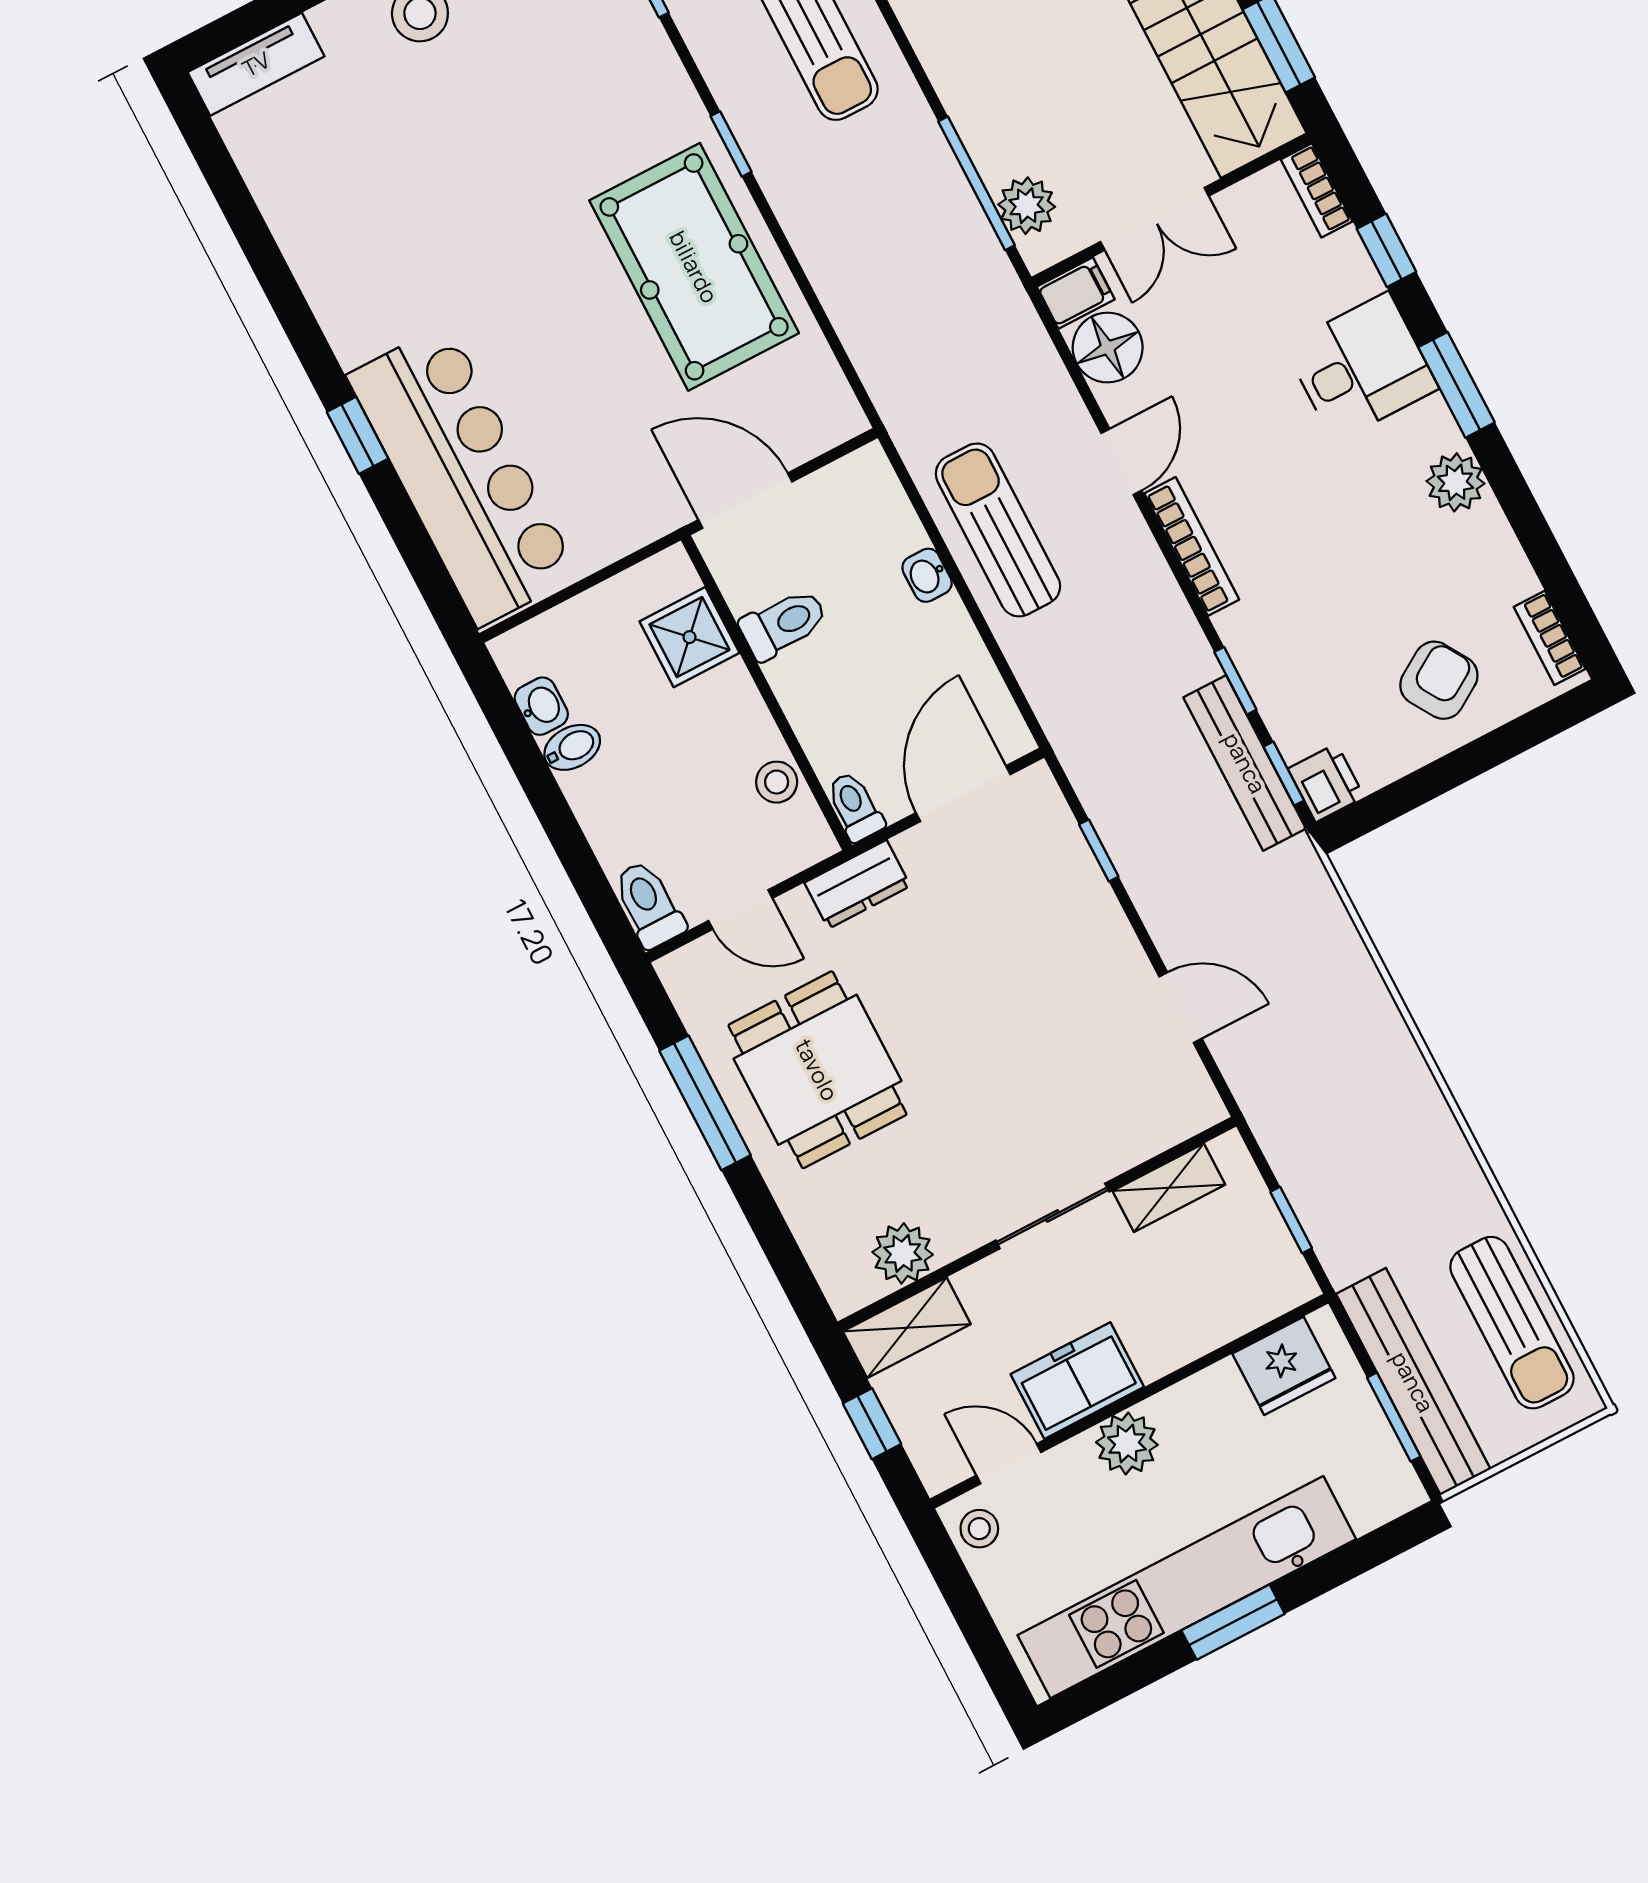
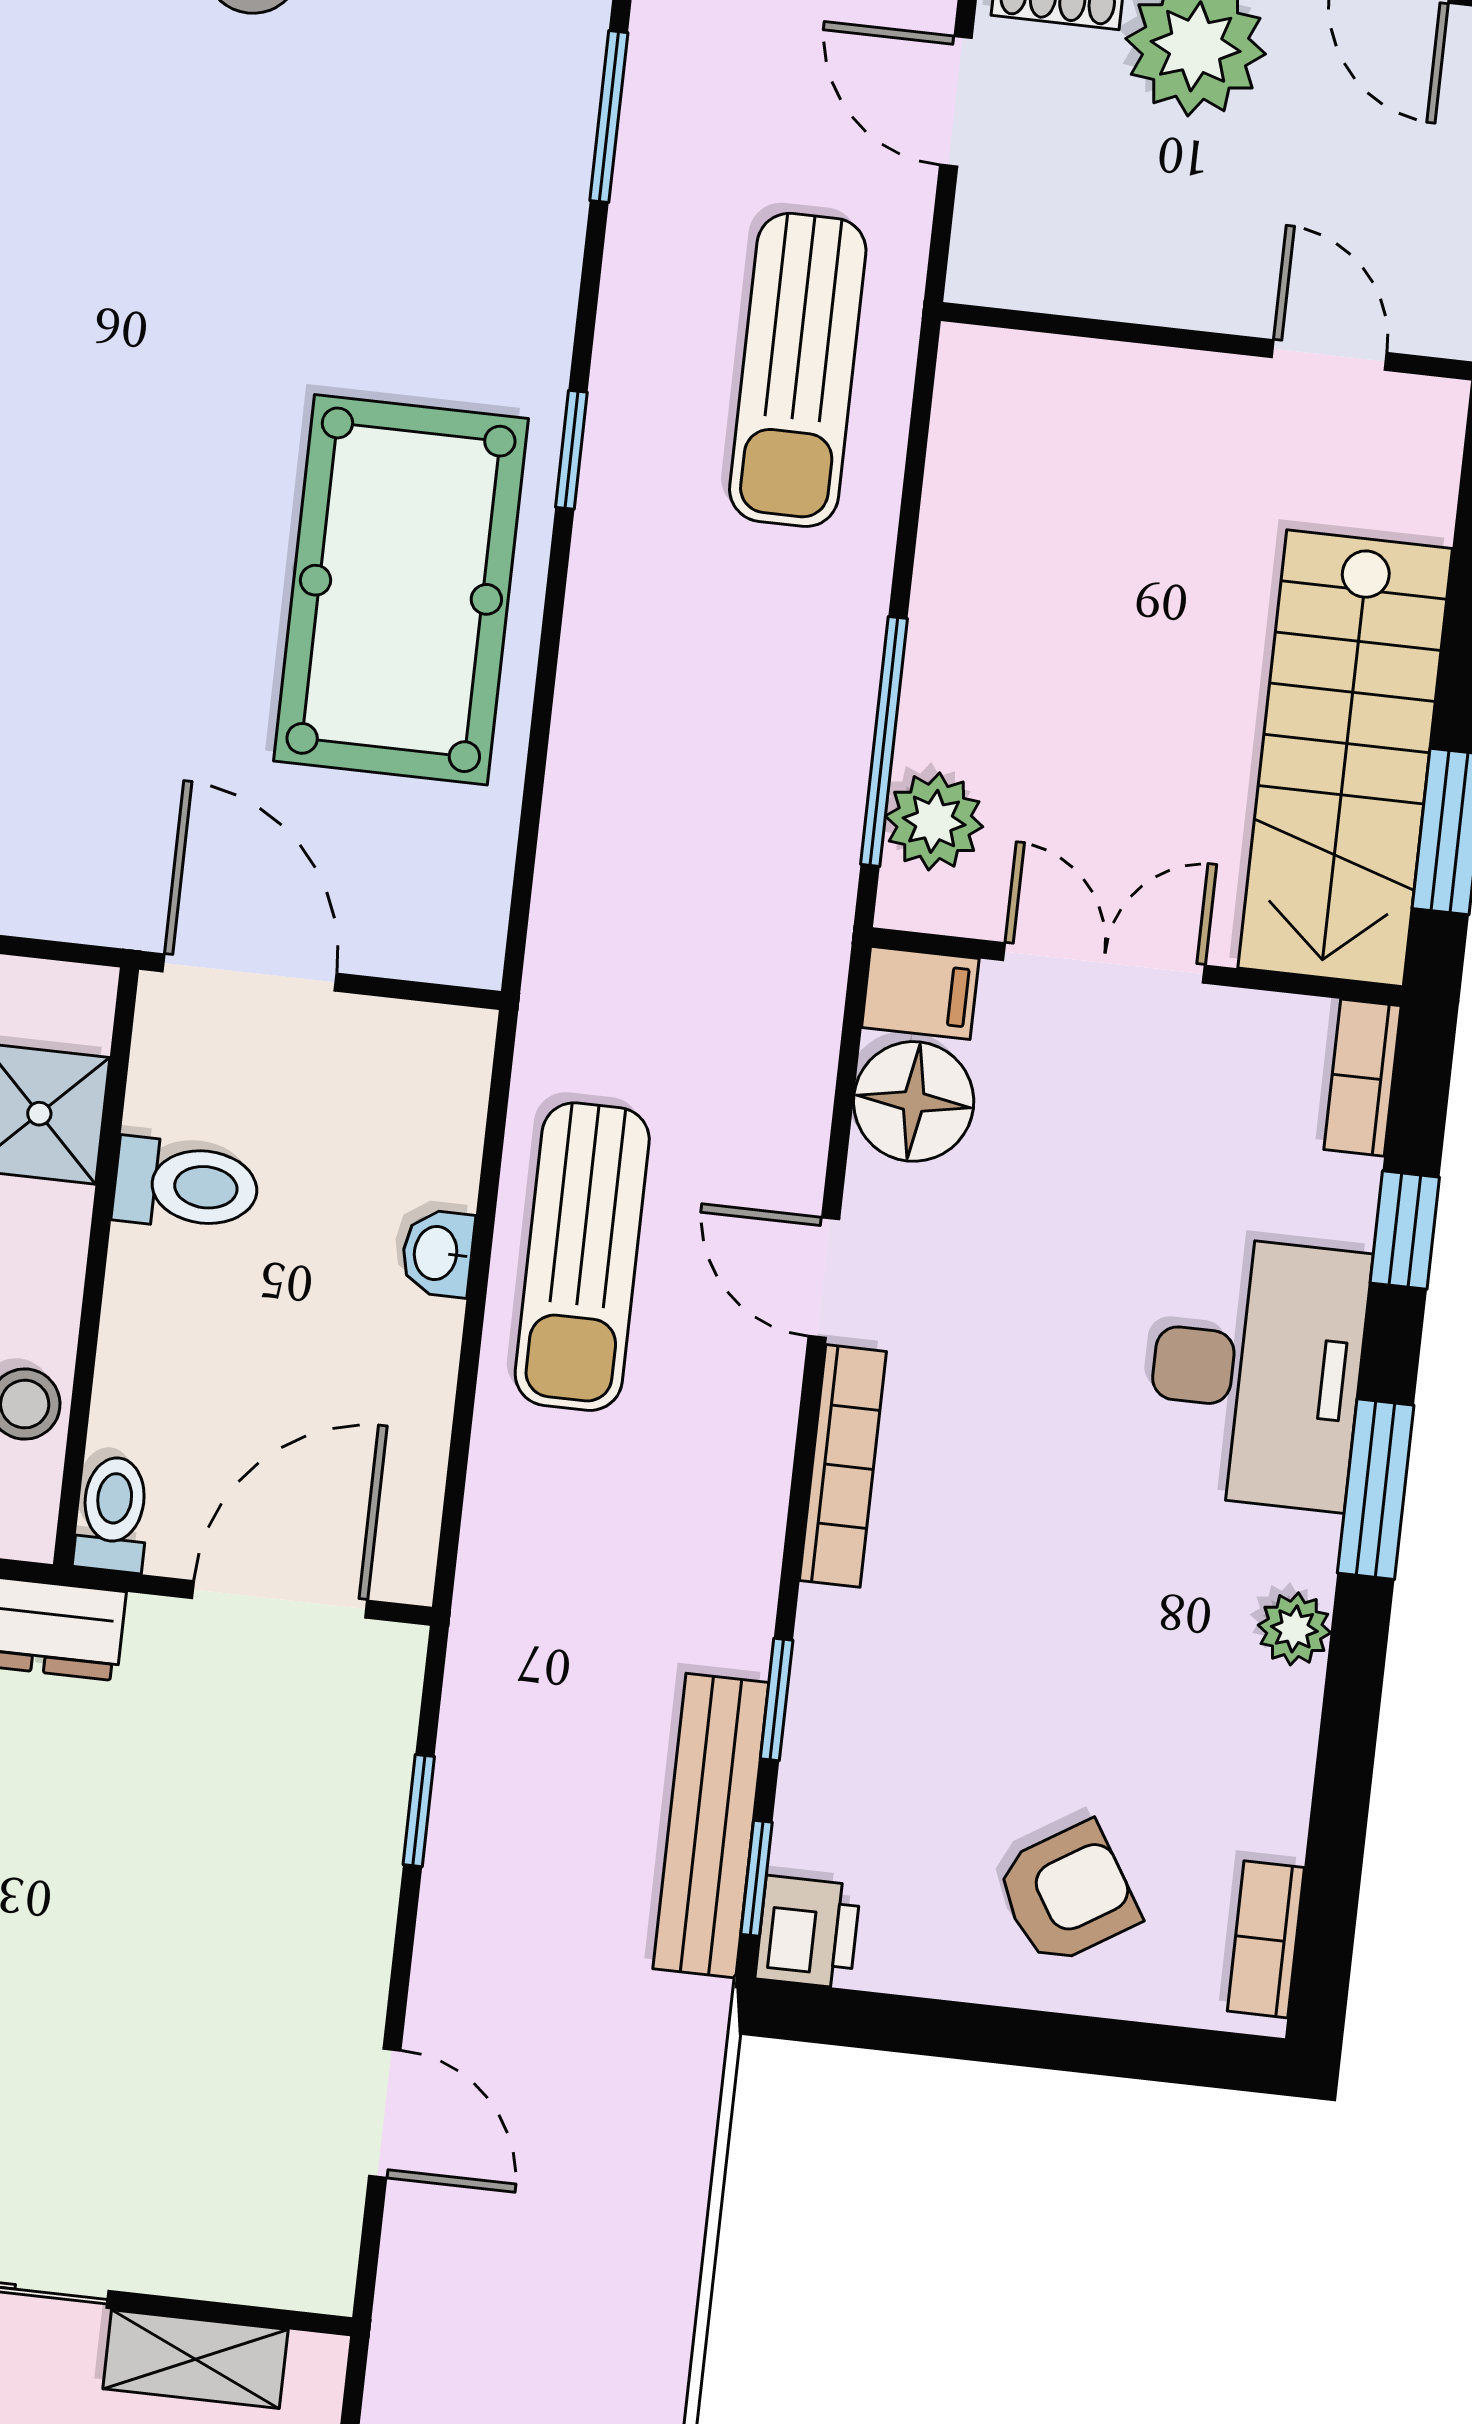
double door: (1155, 219) -> (1104, 963), swing flipped
desk: (1361, 367) -> (1257, 1372), width x1.37
door: (1121, 462) -> (824, 1278), swing flipped
plant: (1456, 482) -> (1294, 1629), width x0.73, depth x0.73
sun lounger: (998, 530) -> (582, 1257), turned 180

